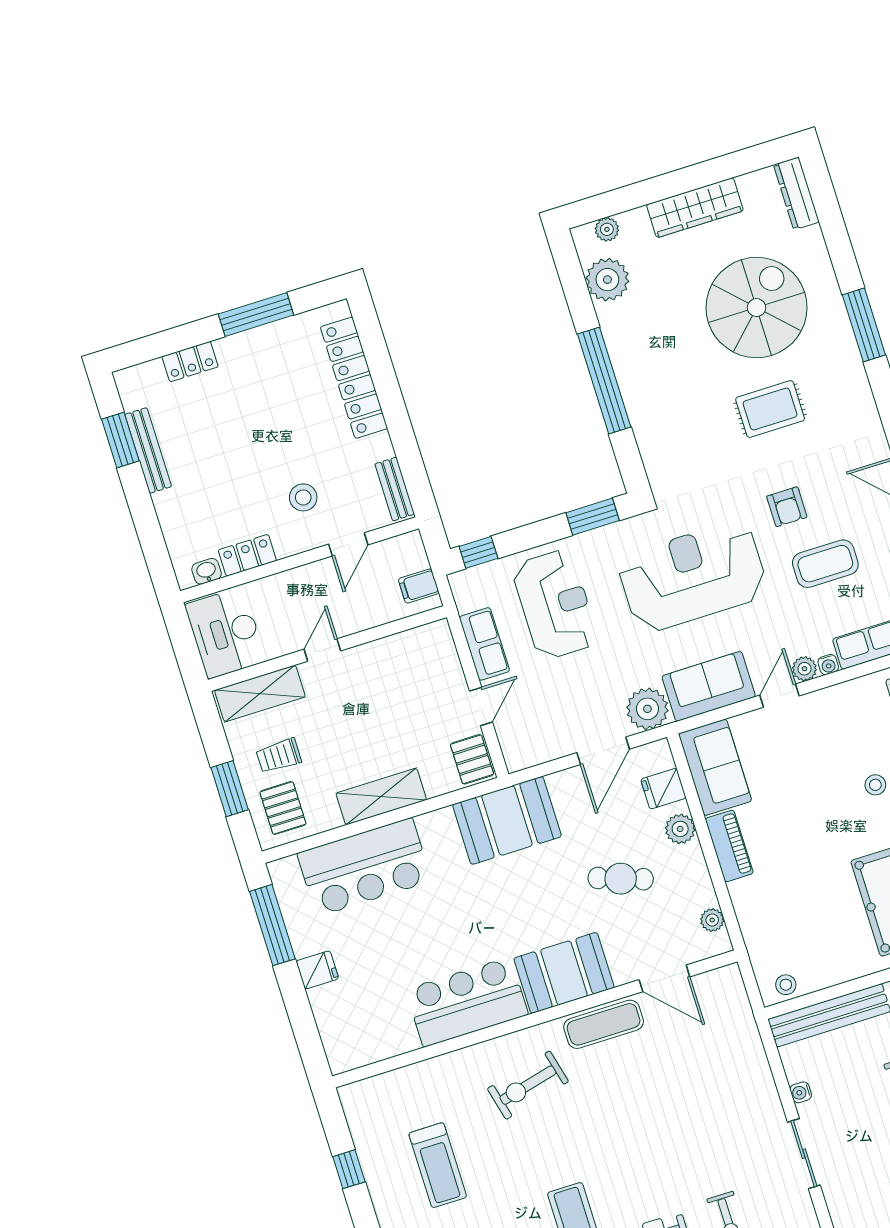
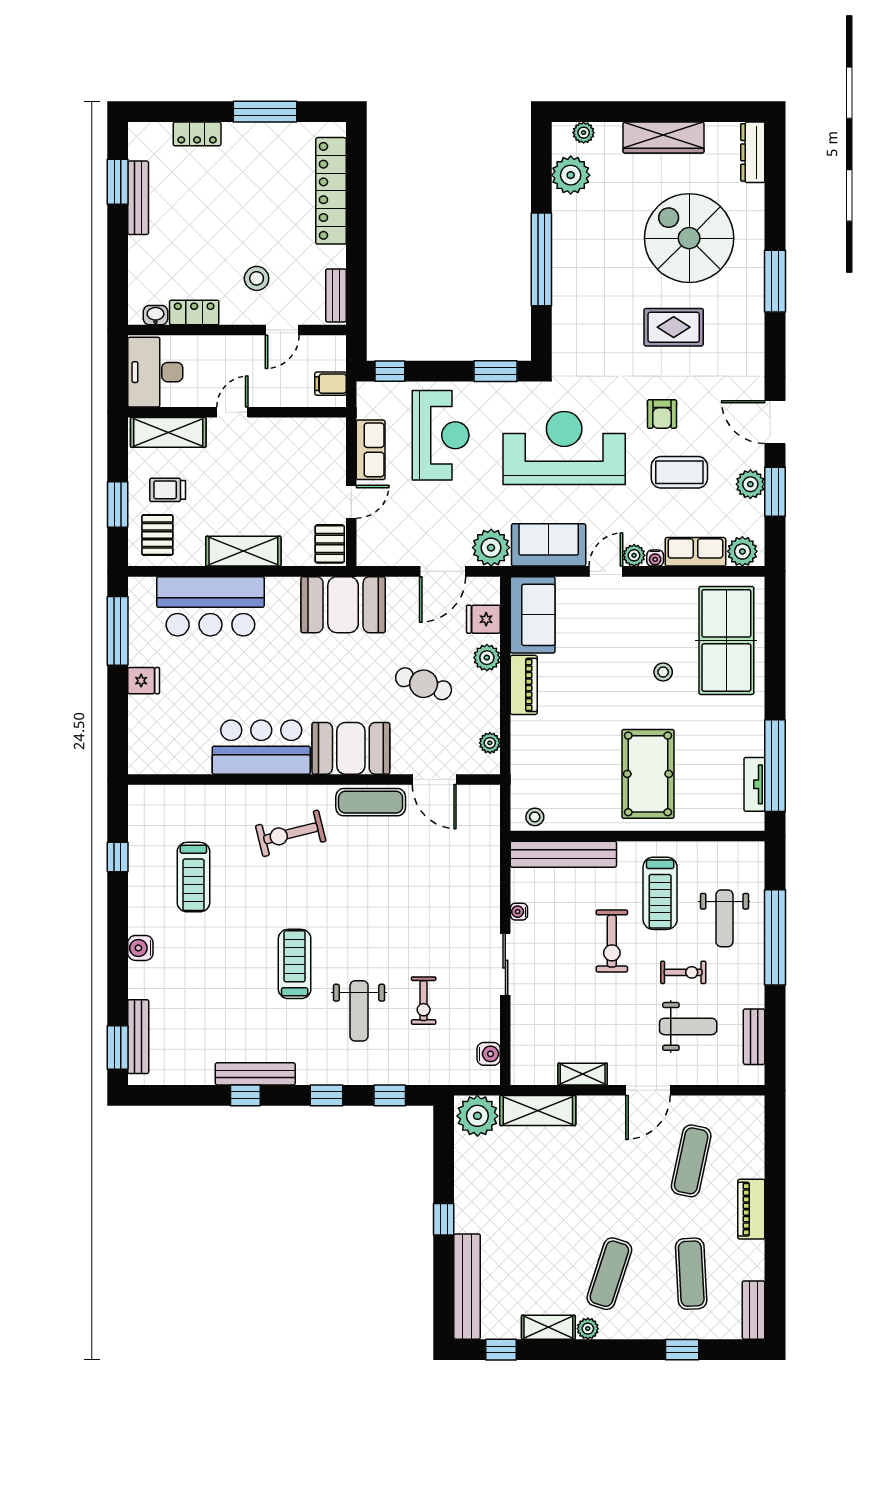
spiral stairs: (757, 308) -> (689, 238), turned -90

